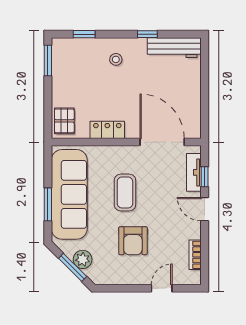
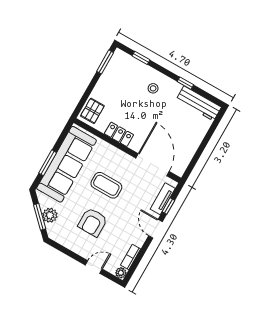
coffee table: (125, 192) -> (106, 185), turned 90
plant: (194, 278) -> (121, 273), added

